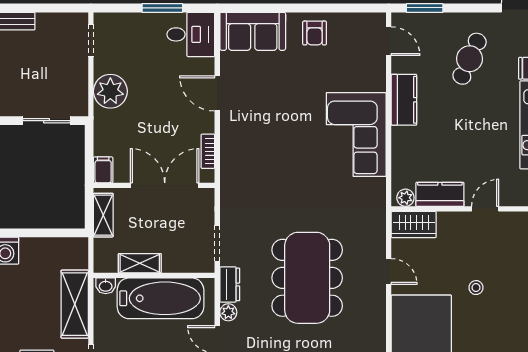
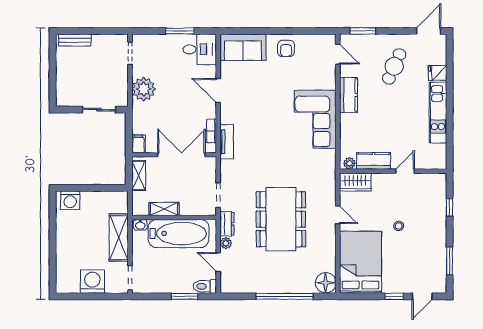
tv unit: (229, 167) -> (227, 142), added

